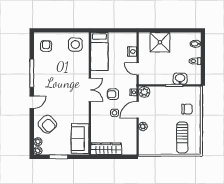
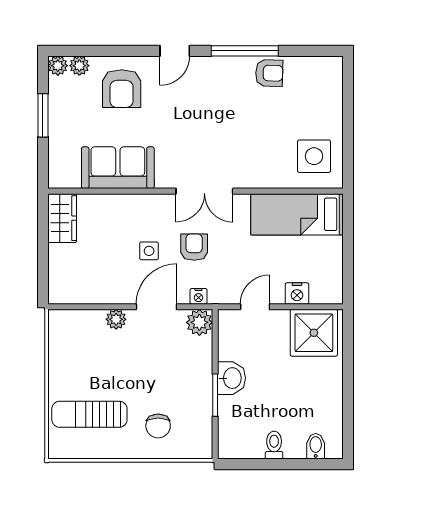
shower: (160, 42) -> (314, 333), moved
armchair: (46, 46) -> (269, 73), moved
washbasin: (180, 79) -> (232, 378), moved
door: (32, 102) -> (175, 51), hinge flipped
door: (138, 110) -> (156, 307), hinge flipped
armchair: (47, 124) -> (122, 89), turned -47
sofa: (80, 139) -> (118, 168), moved
wardrobe: (106, 149) -> (62, 218), width x0.67

